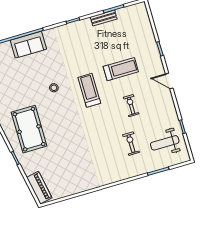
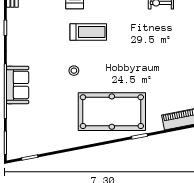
treadmill: (89, 90) -> (88, 32), turned 180
pool table: (29, 129) -> (112, 112), width x1.36, depth x1.32

